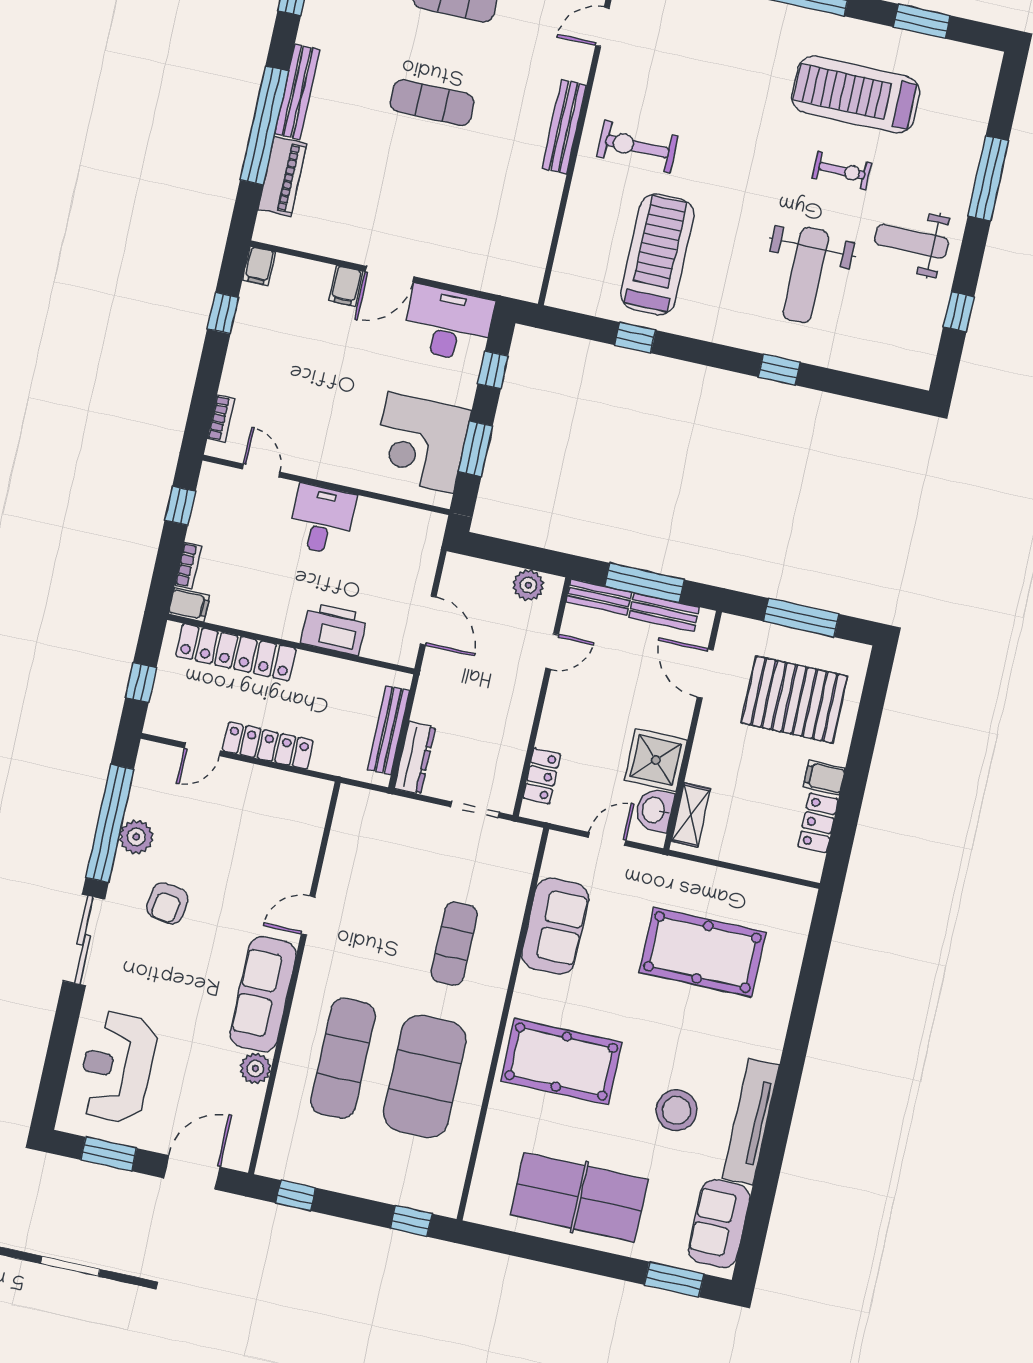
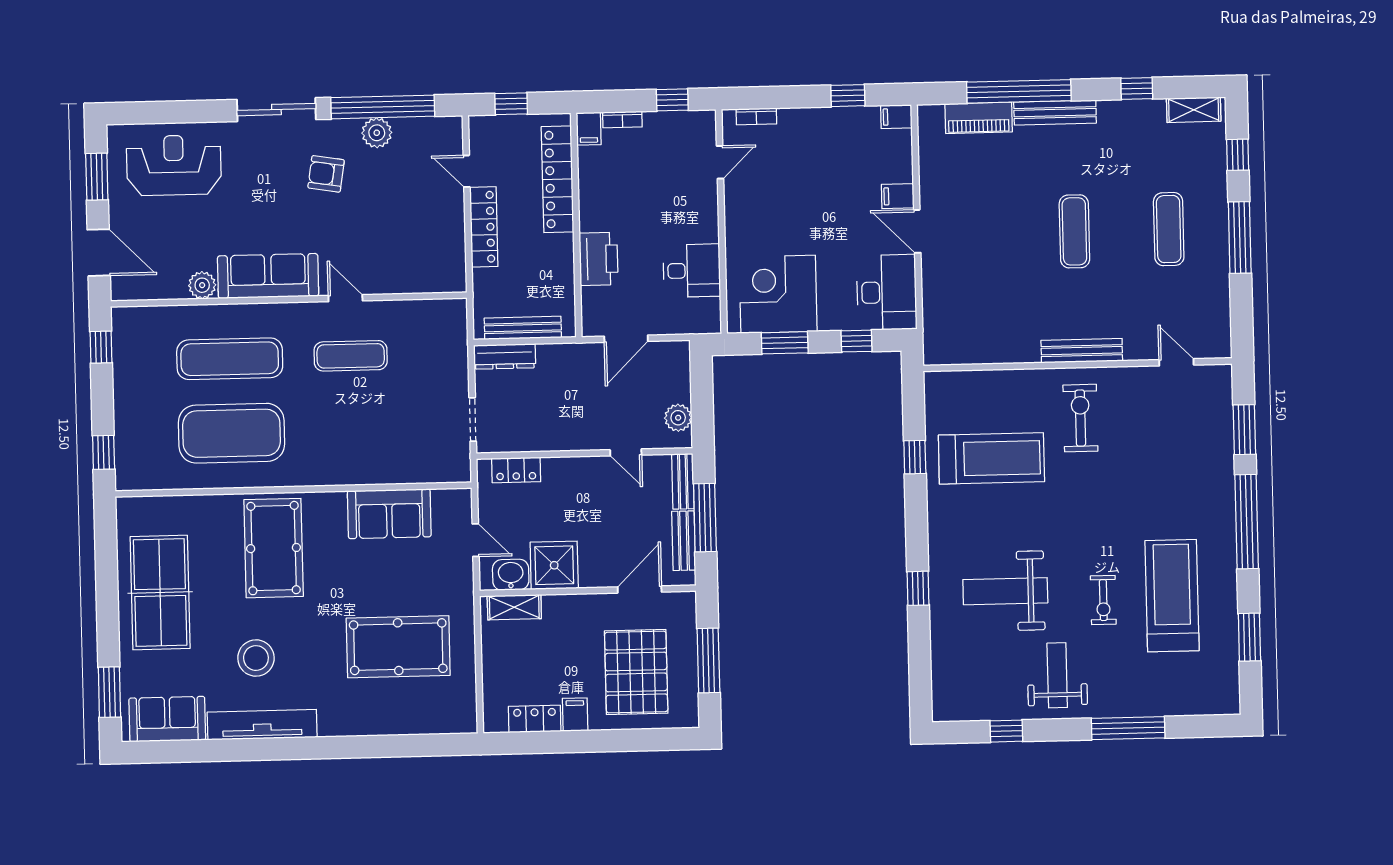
desk: (322, 520) -> (692, 271), moved
exercise mat: (454, 944) -> (351, 356), moved
pool table: (702, 952) -> (398, 647), turned 90

